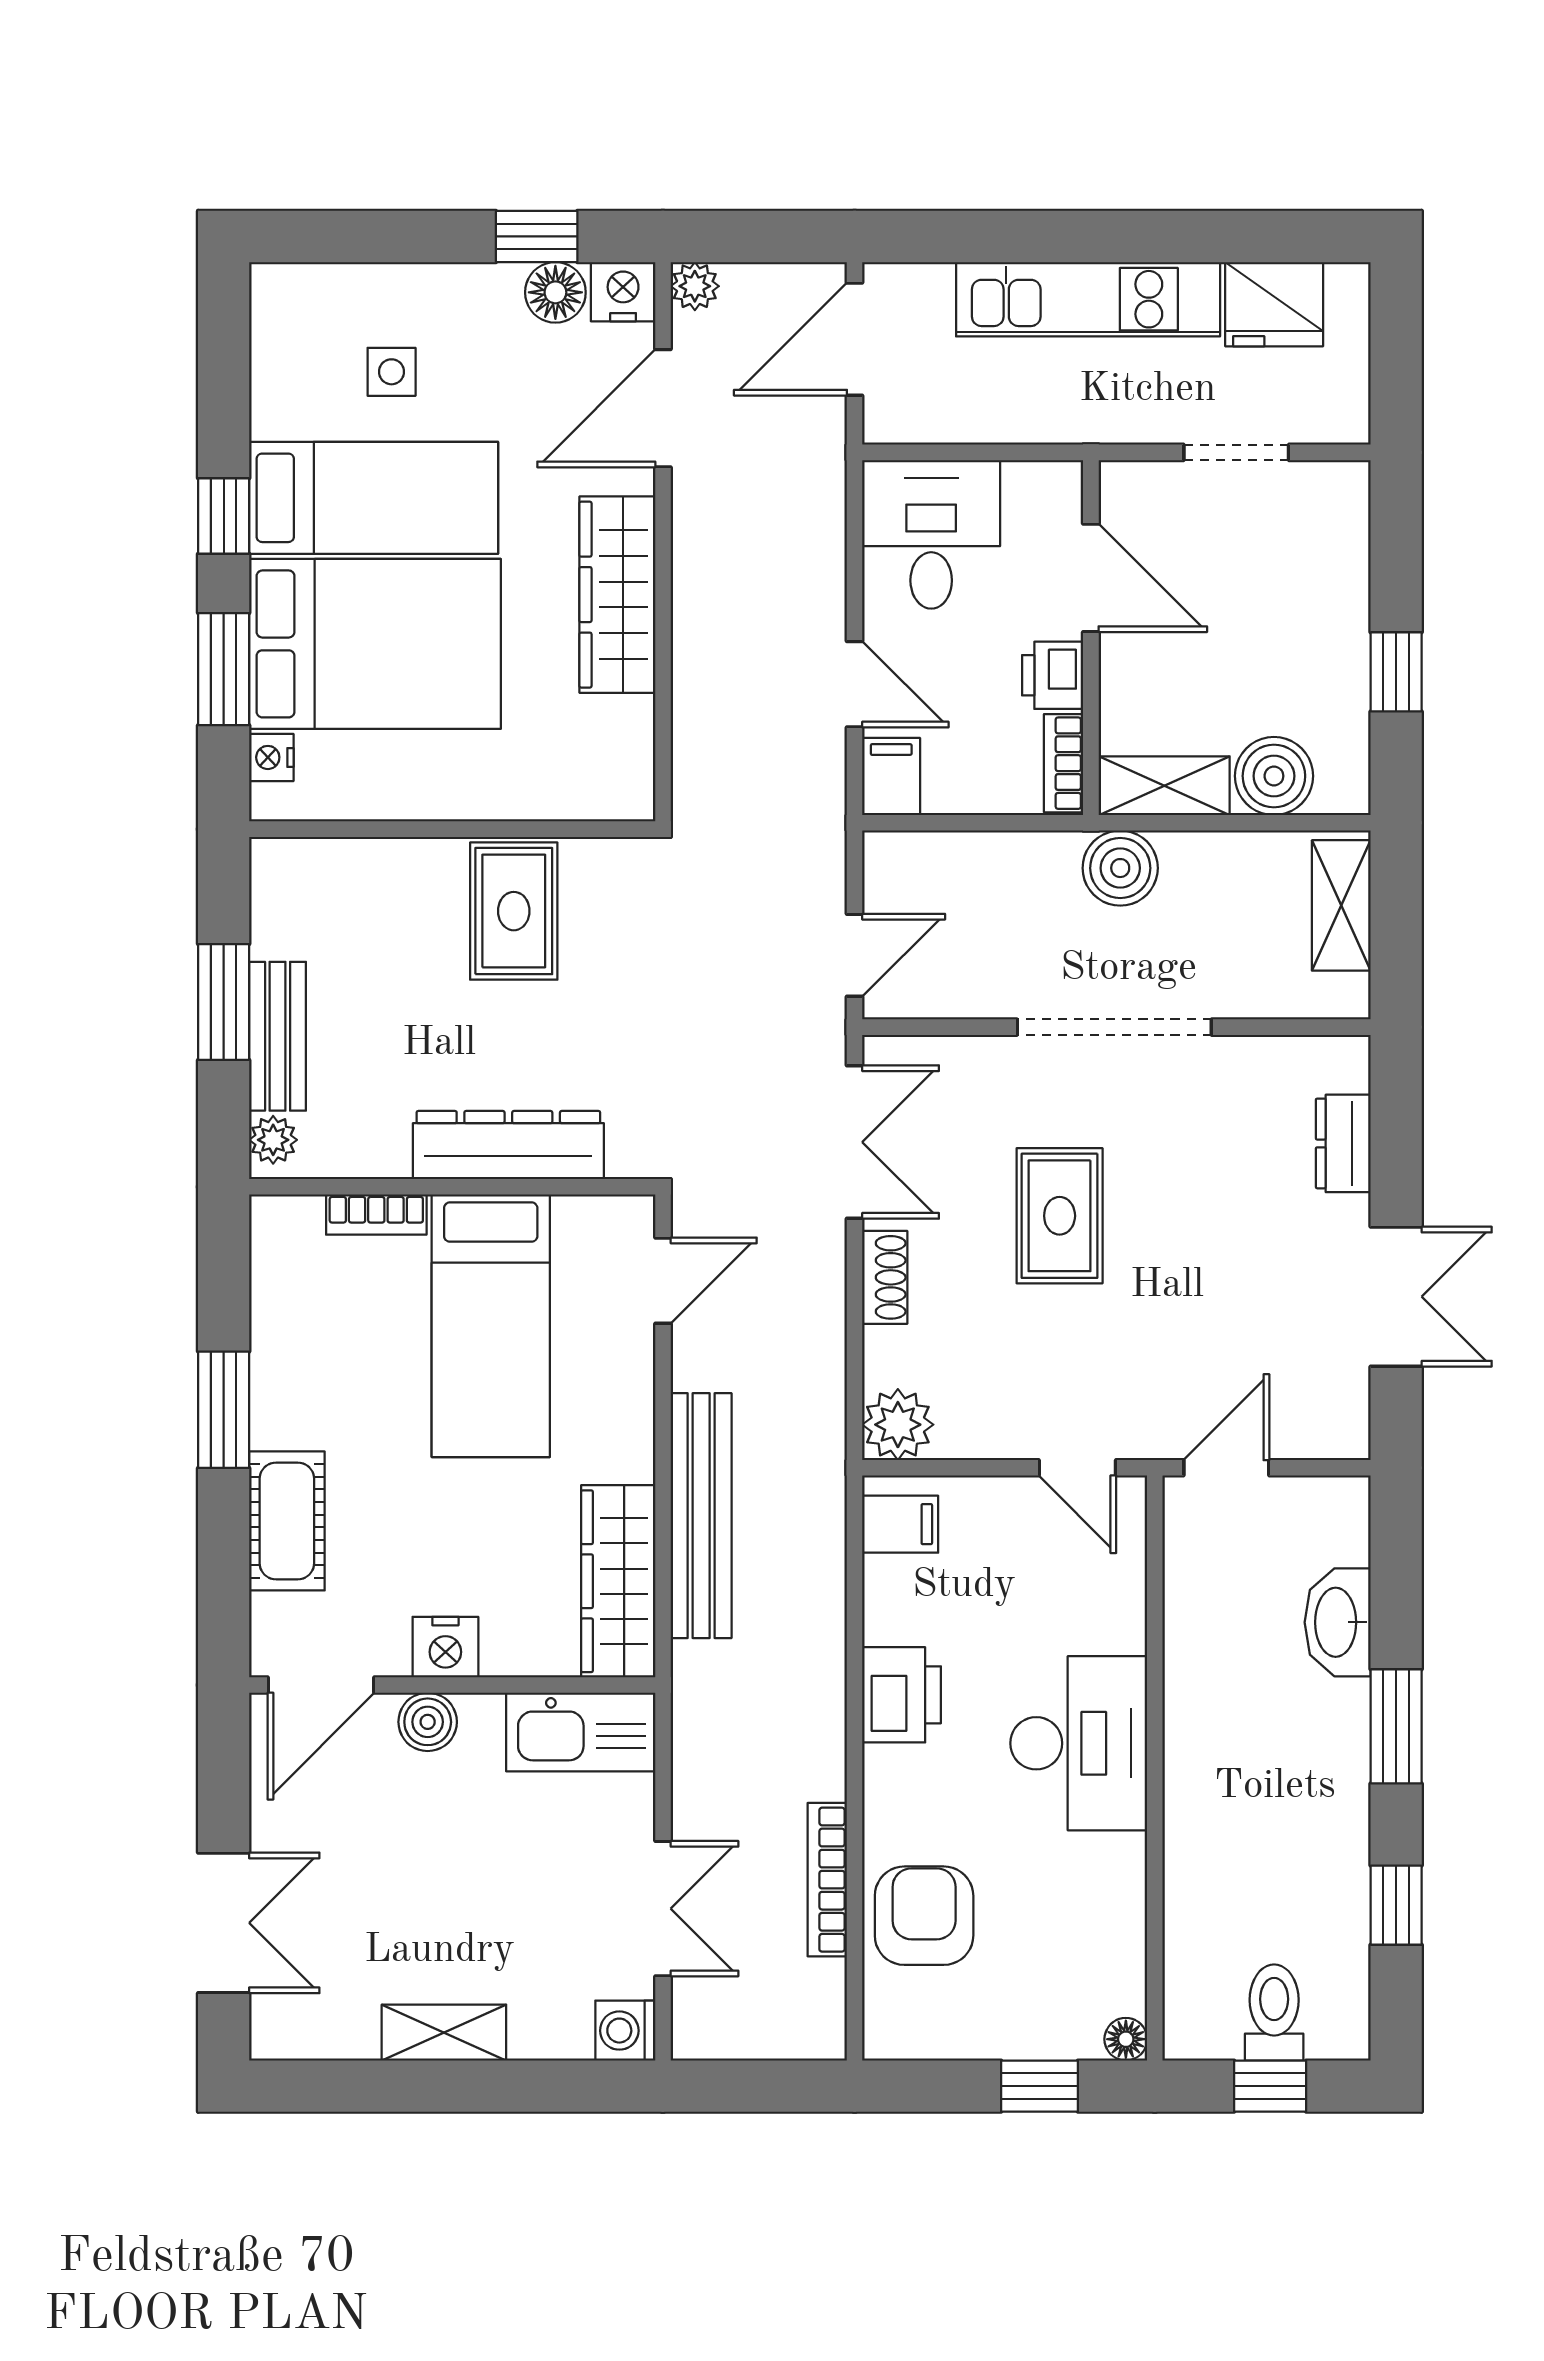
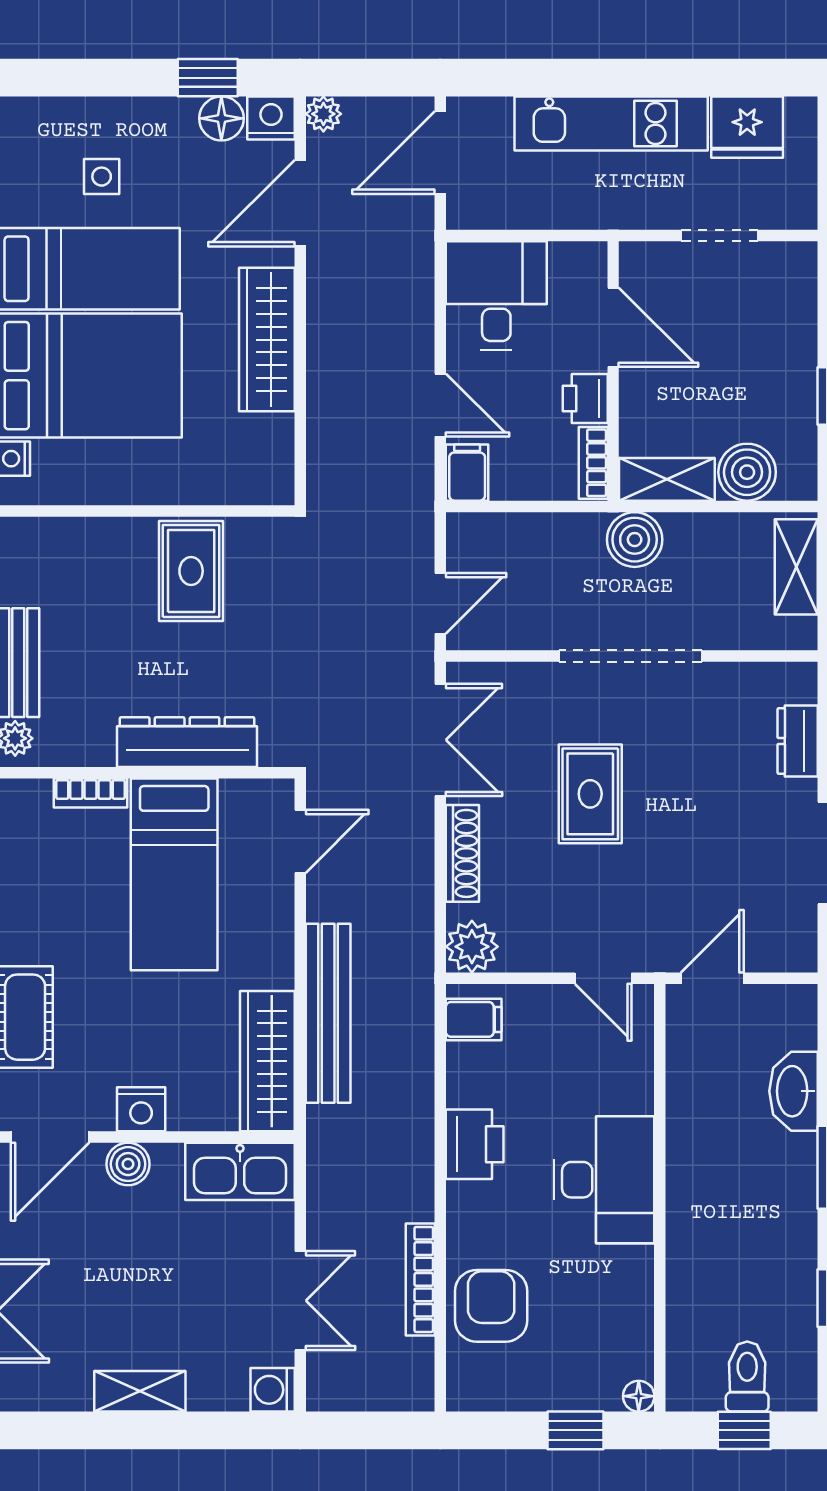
shoe rack: (885, 1277) -> (462, 853), width x1.43

